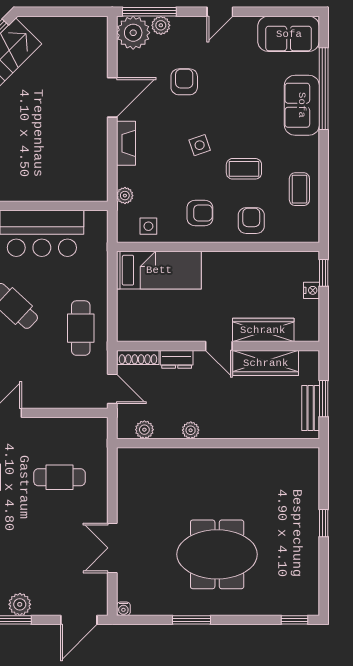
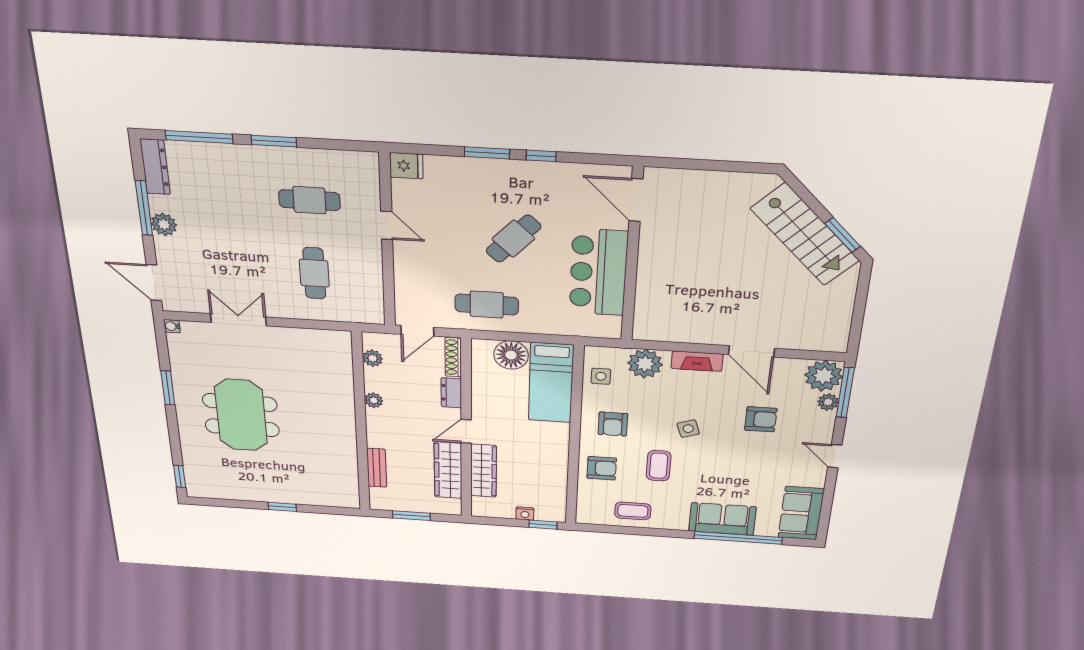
plant: (125, 196) -> (645, 364), width x1.87, depth x1.87
floor lamp: (132, 306) -> (511, 355), added
bench: (311, 408) -> (377, 468), moved, turned 90

